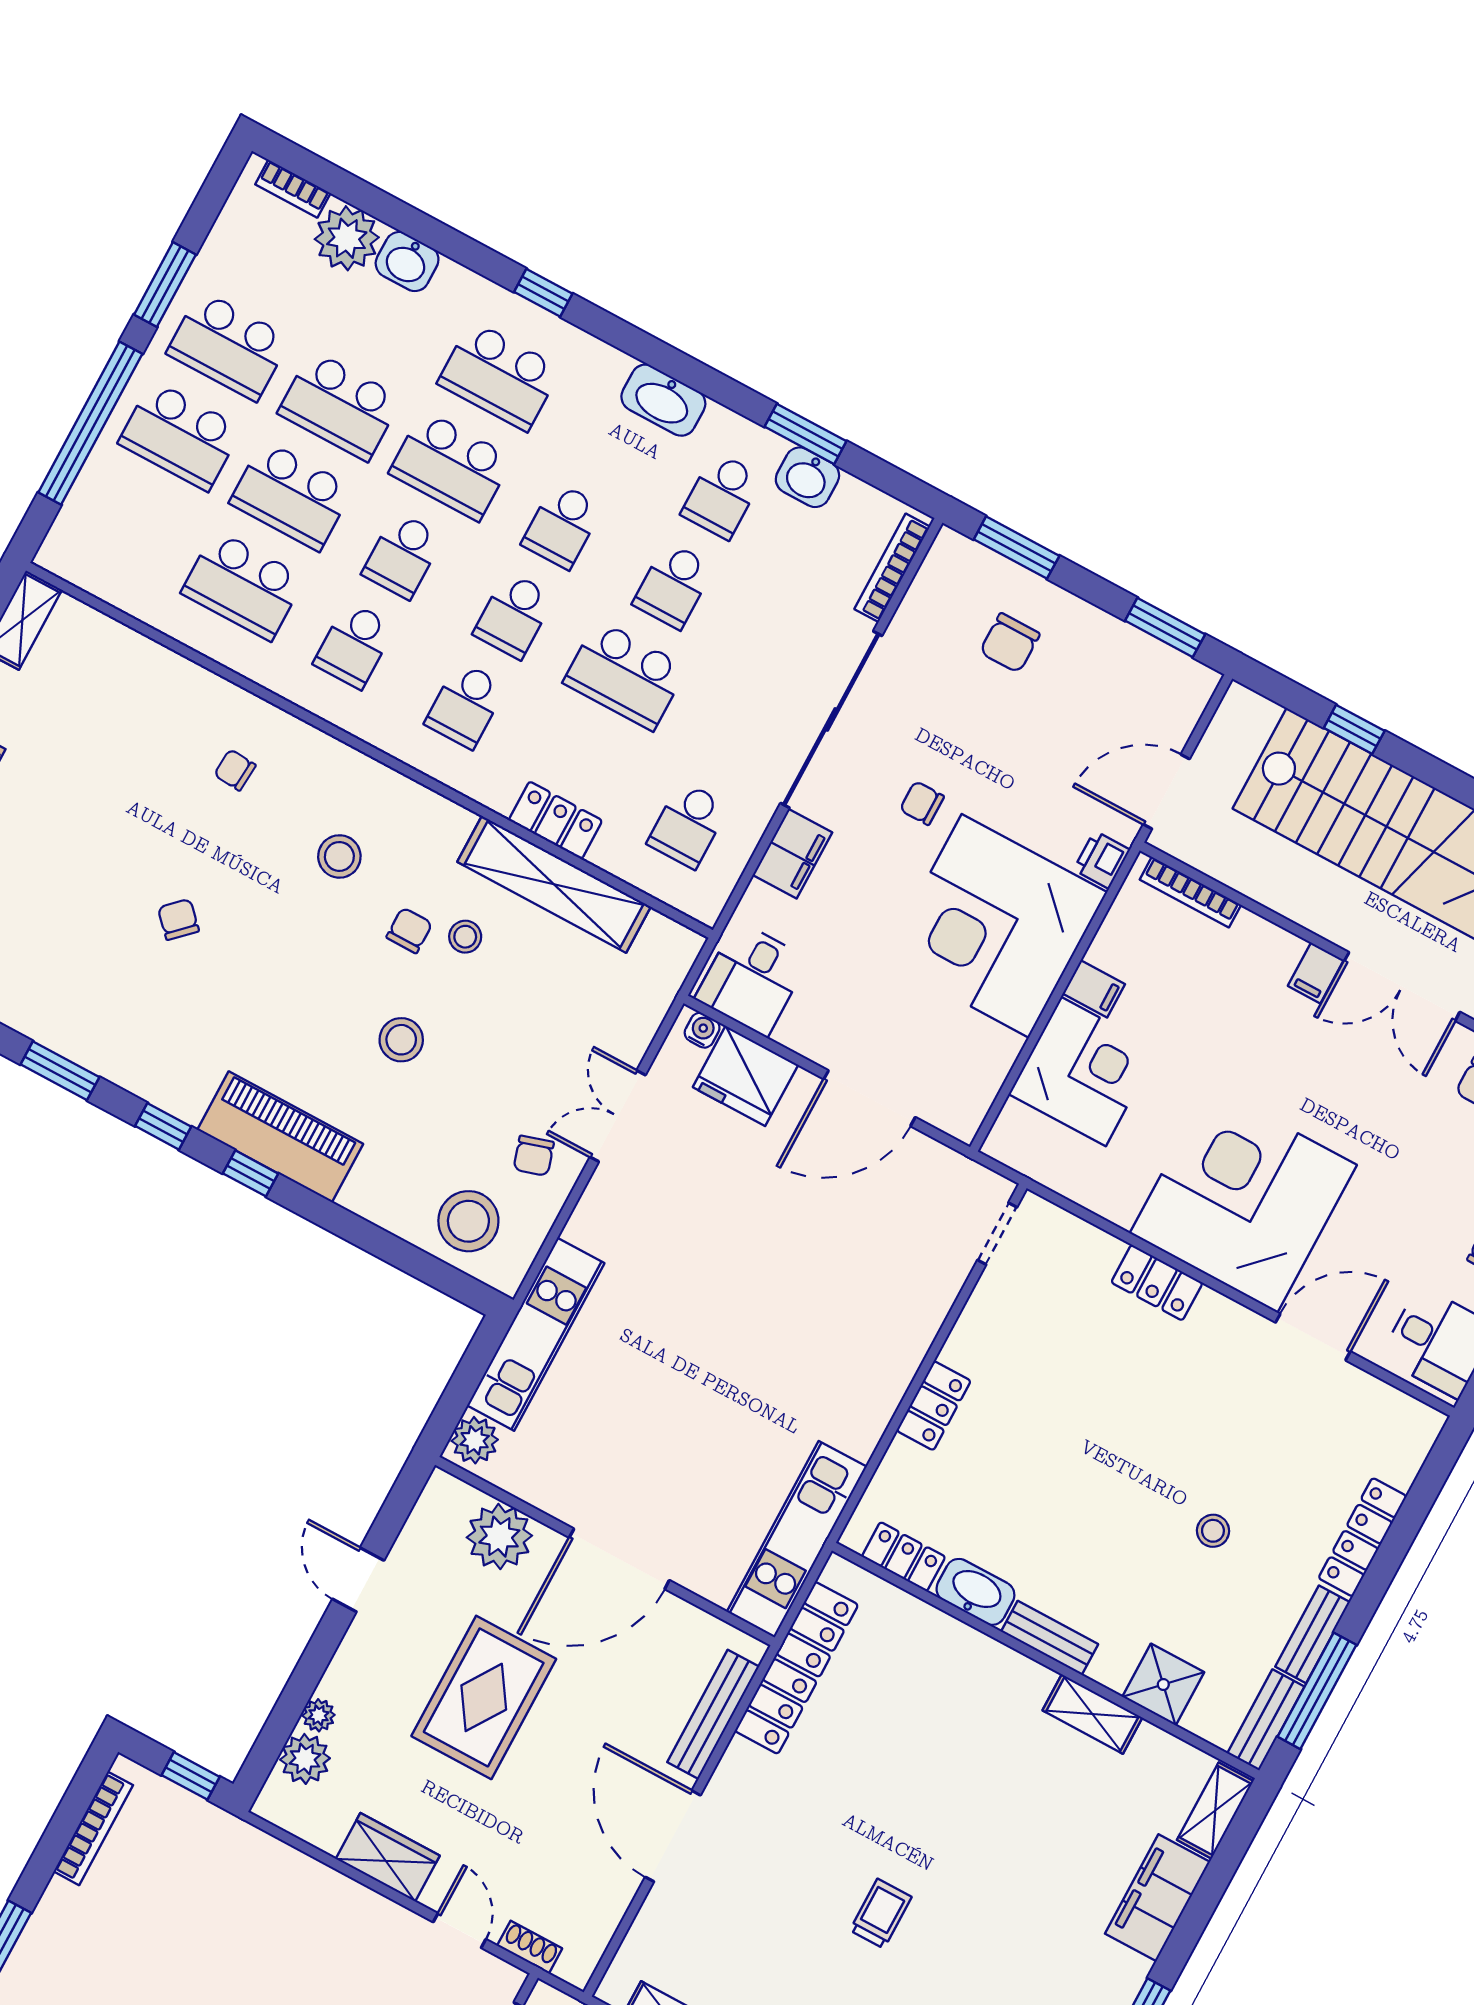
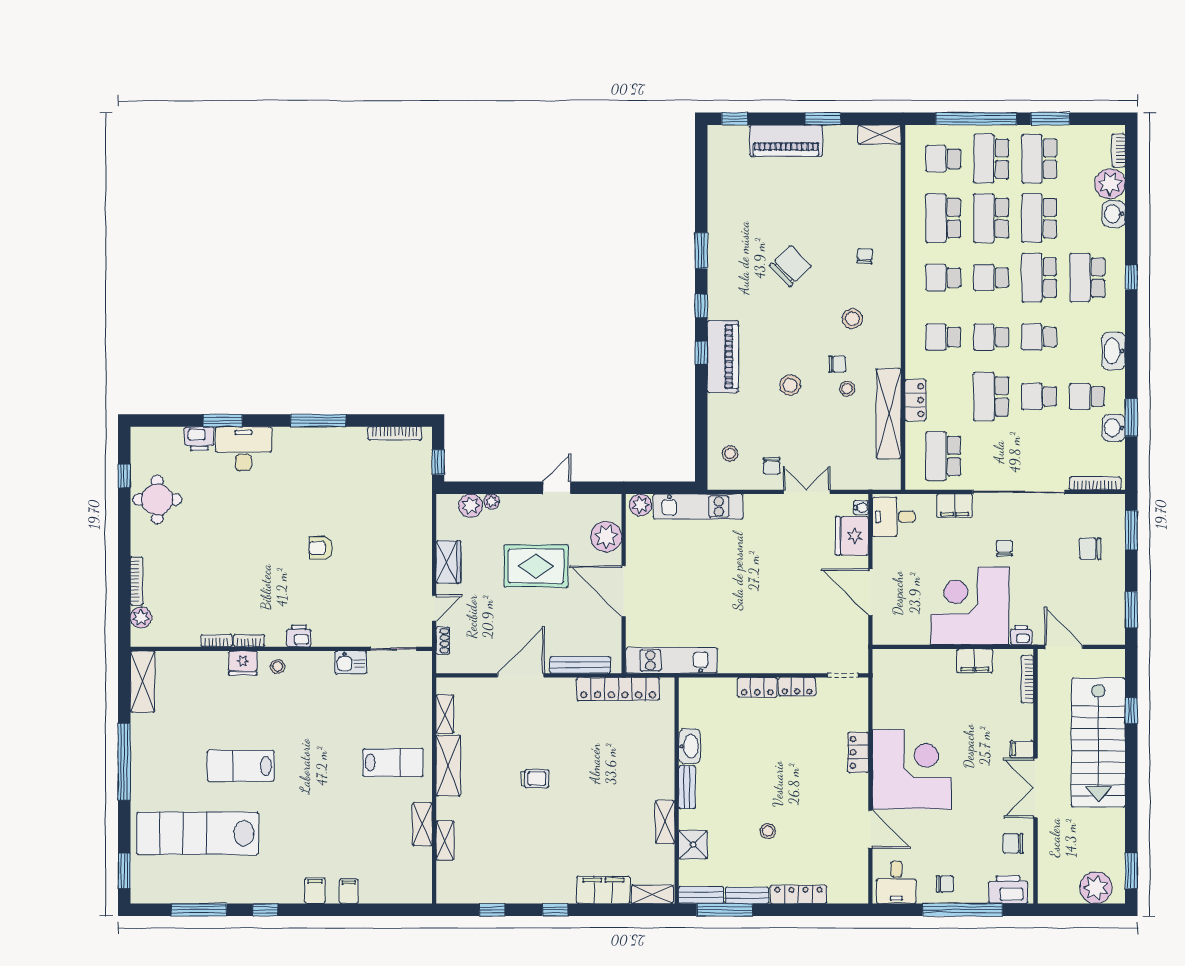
school desk: (132, 525) -> (943, 159), added
school desk: (688, 825) -> (943, 456), width x1.85
chair: (178, 919) -> (790, 266), width x1.87, depth x1.87
filing cabinet: (1094, 989) -> (975, 661), width x2.00
corner desk: (1083, 1072) -> (929, 675), removed
chair: (534, 1156) -> (772, 466), turned -73
stool: (468, 1221) -> (730, 453), width x0.53, depth x0.53
locker: (904, 1557) -> (797, 687), moved, turned 90

